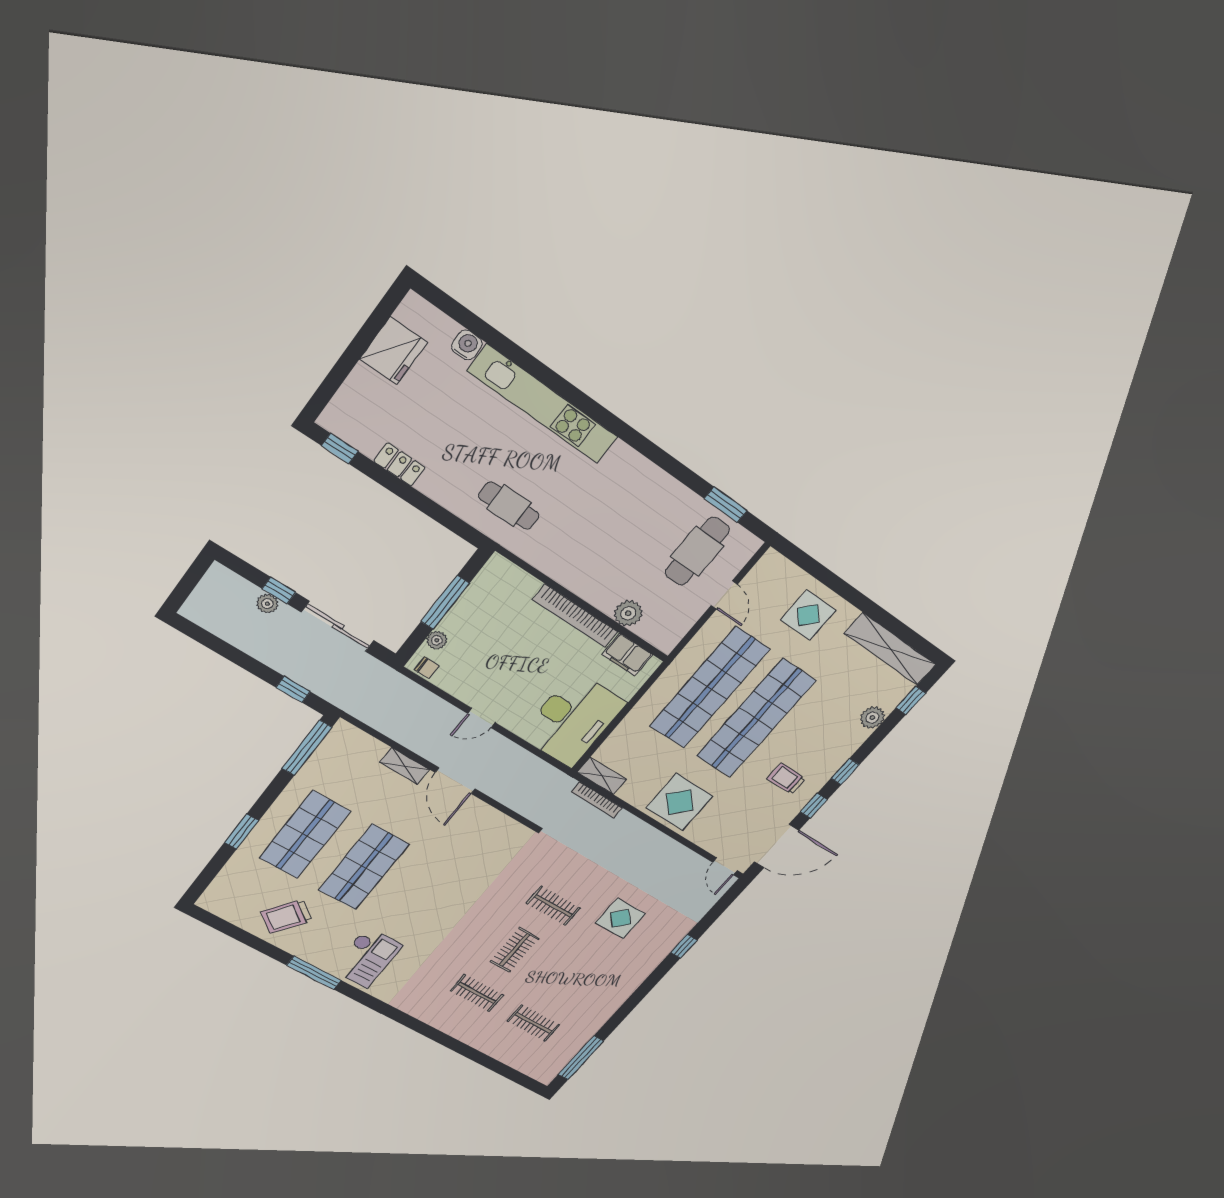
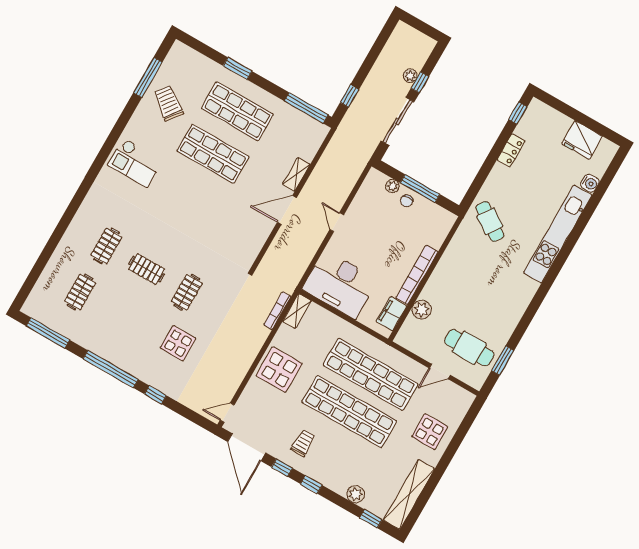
cafe table: (509, 506) -> (490, 221), turned -56
chair: (427, 668) -> (407, 201), moved
window: (314, 973) -> (148, 77), moved
window: (640, 993) -> (111, 369), added

